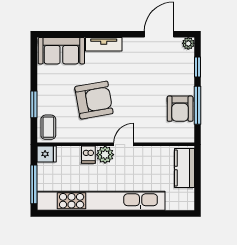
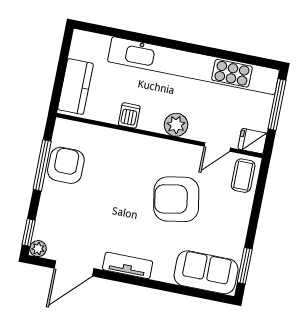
tv unit: (104, 44) -> (128, 265), moved
window: (198, 67) -> (29, 232), moved
window: (34, 104) -> (245, 266), moved
door: (124, 144) -> (217, 147), moved
dishwasher: (88, 155) -> (129, 115), moved

